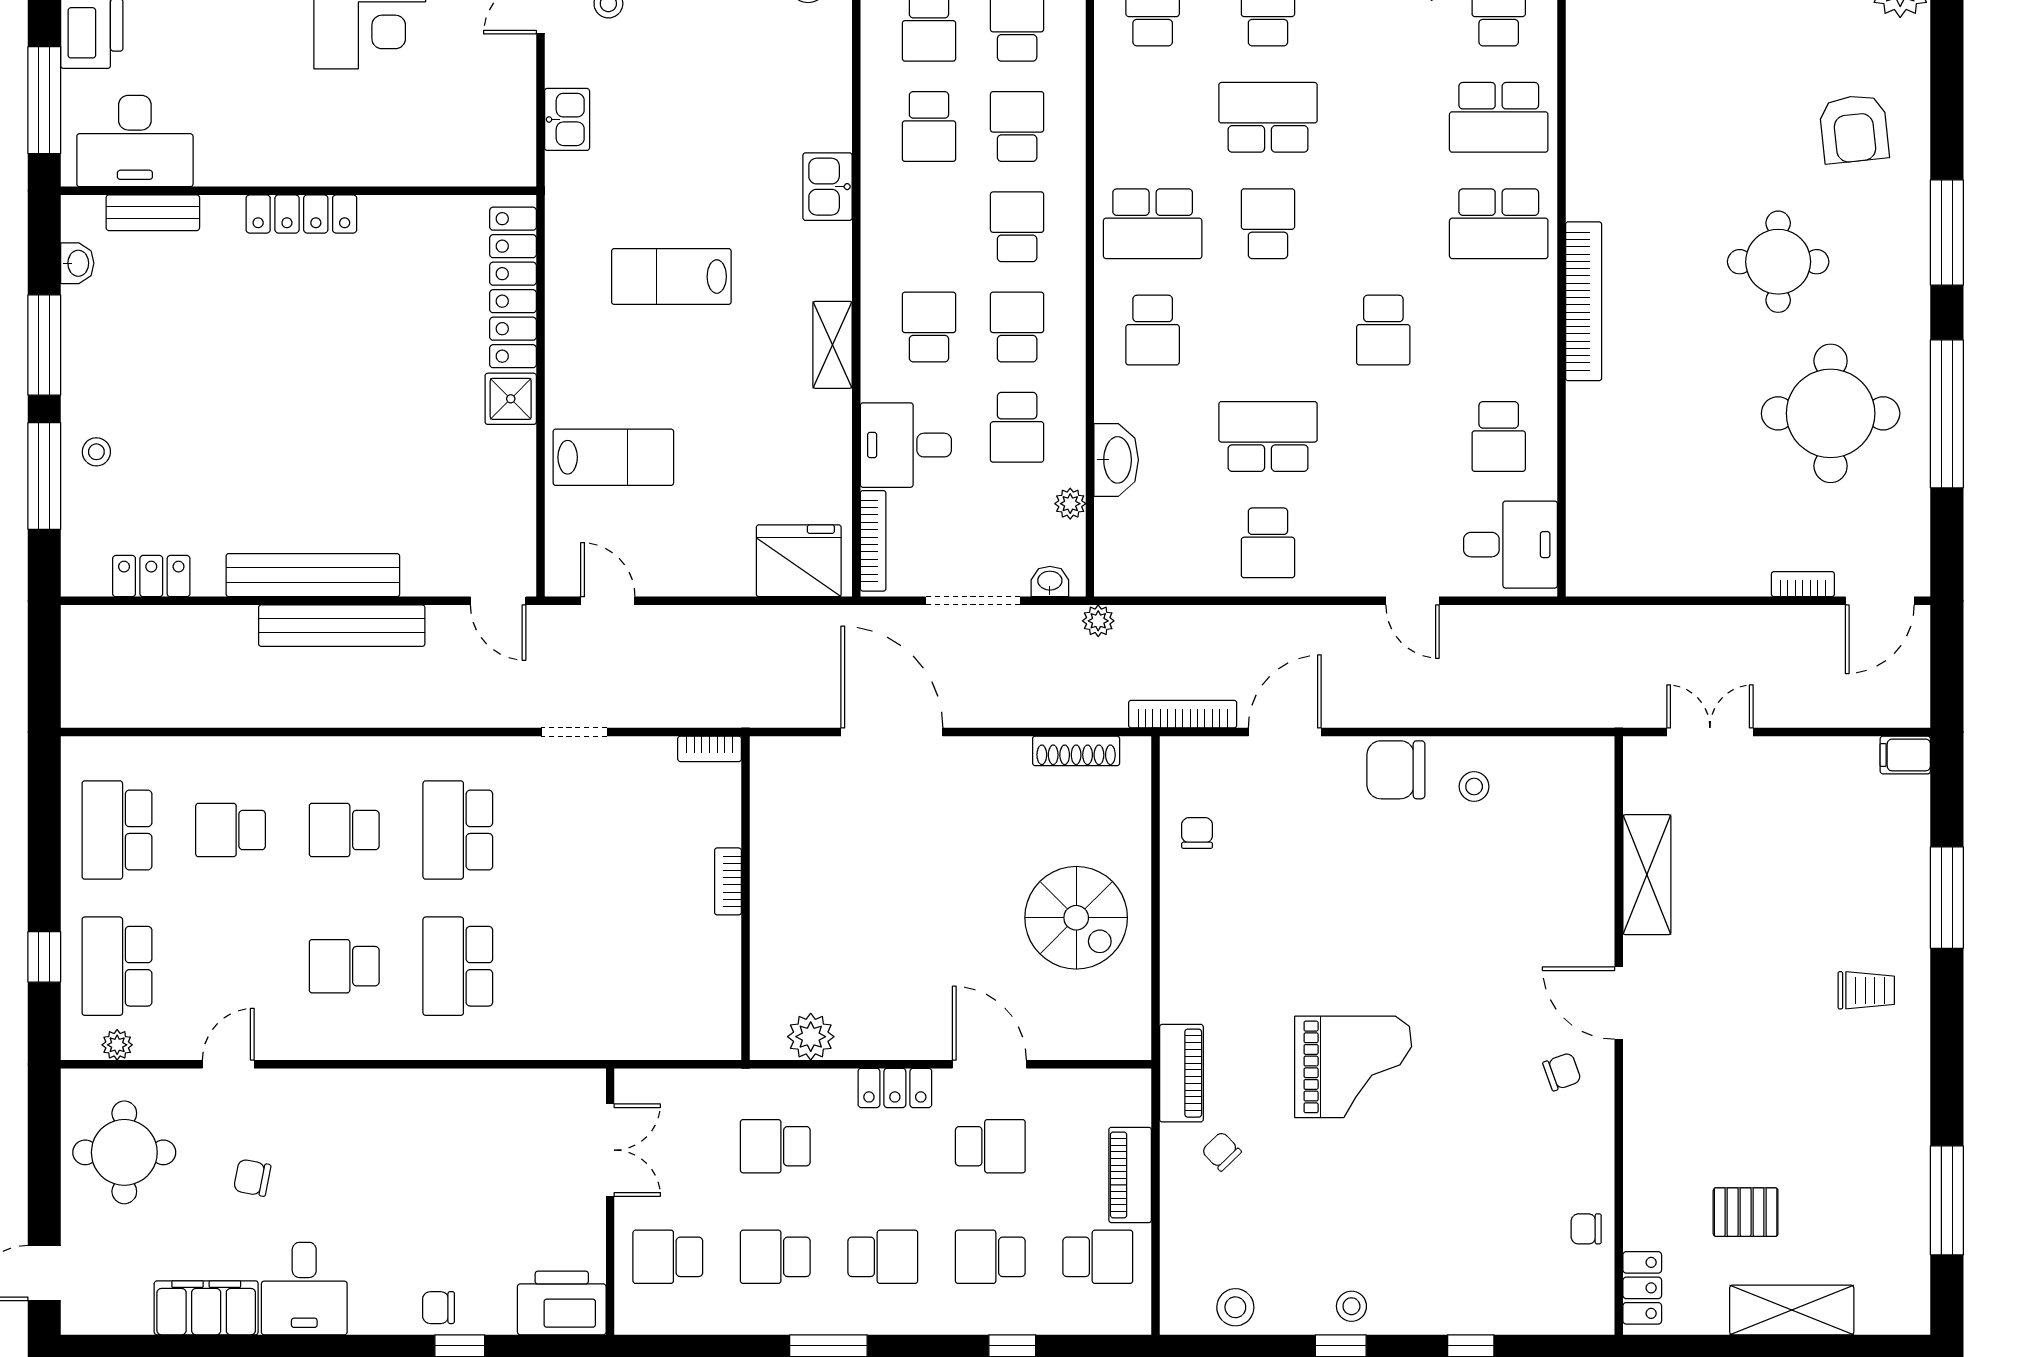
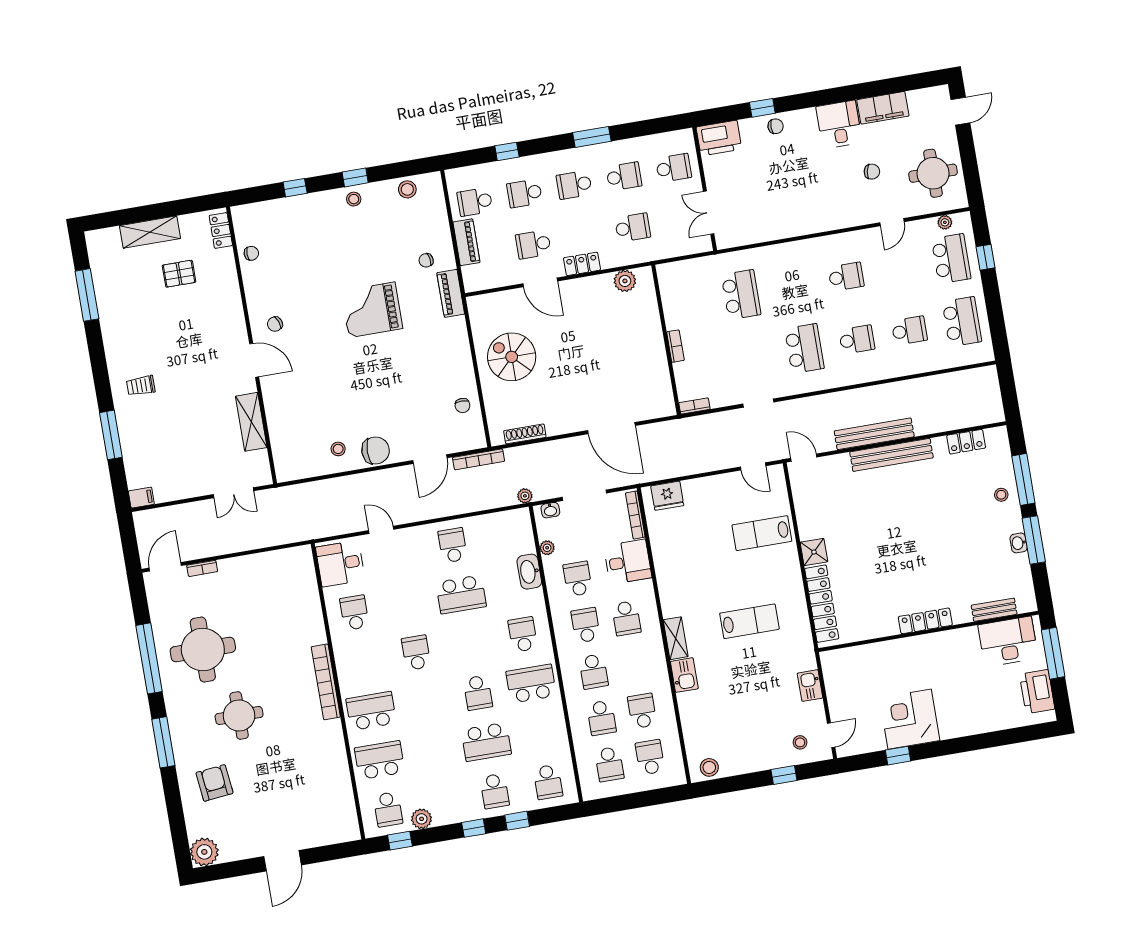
washbasin: (77, 263) -> (1019, 543), moved
school desk: (1017, 327) -> (586, 625), turned 180
shelving: (832, 345) -> (676, 638), moved
fridge: (799, 561) -> (667, 496), width x0.73, depth x0.75
school desk: (458, 966) -> (741, 295), moved
chair: (1221, 1151) -> (426, 260), turned 125
school desk: (990, 1257) -> (525, 193), turned 180

